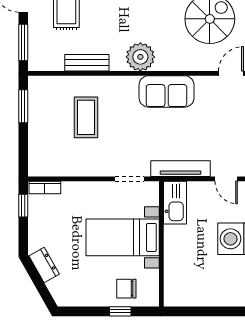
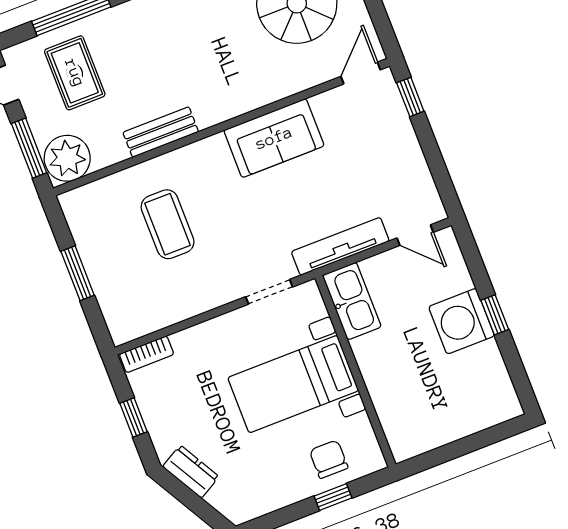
plant: (140, 57) -> (67, 158), moved
bench: (87, 63) -> (161, 132), moved
window: (23, 106) -> (78, 273), moved
window: (23, 206) -> (134, 418), moved
chair: (126, 289) -> (329, 459), turned 90

